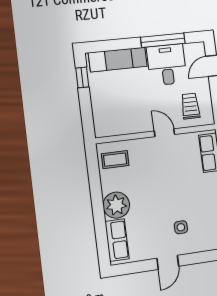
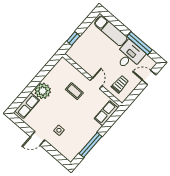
window: (82, 77) -> (73, 38), moved
coffee table: (115, 160) -> (74, 91), moved

